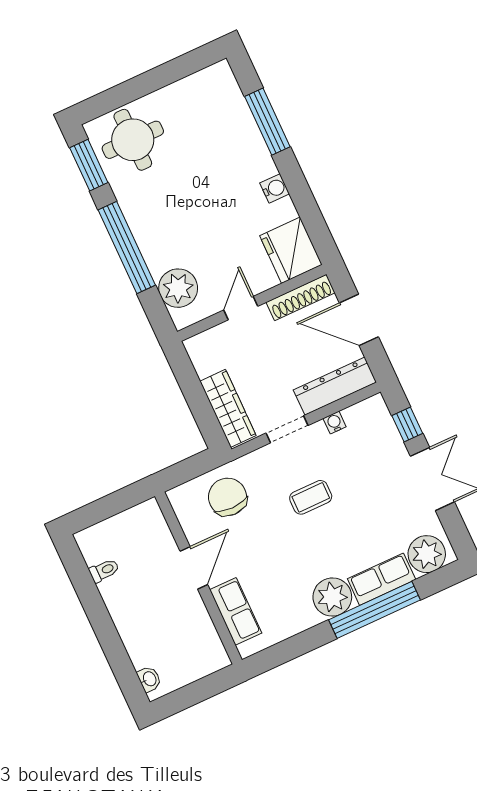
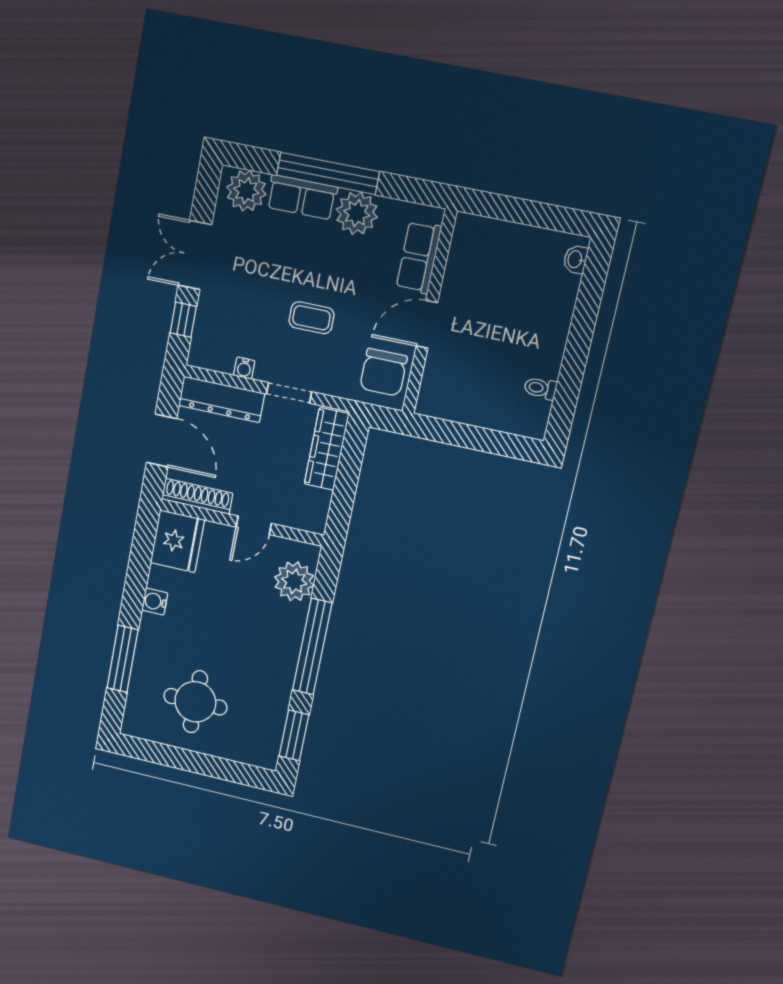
round table: (133, 140) -> (195, 702), moved
door: (194, 568) -> (427, 324), moved
wall: (198, 578) -> (429, 312), moved
row of seats: (236, 611) -> (419, 257), moved

